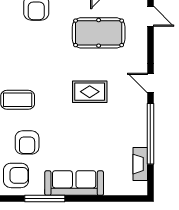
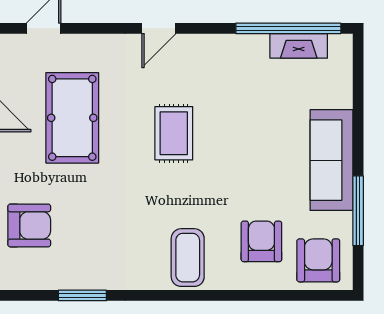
window: (150, 134) -> (288, 28), moved
armchair: (27, 142) -> (261, 241), turned -90

